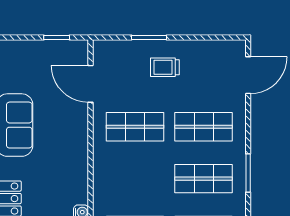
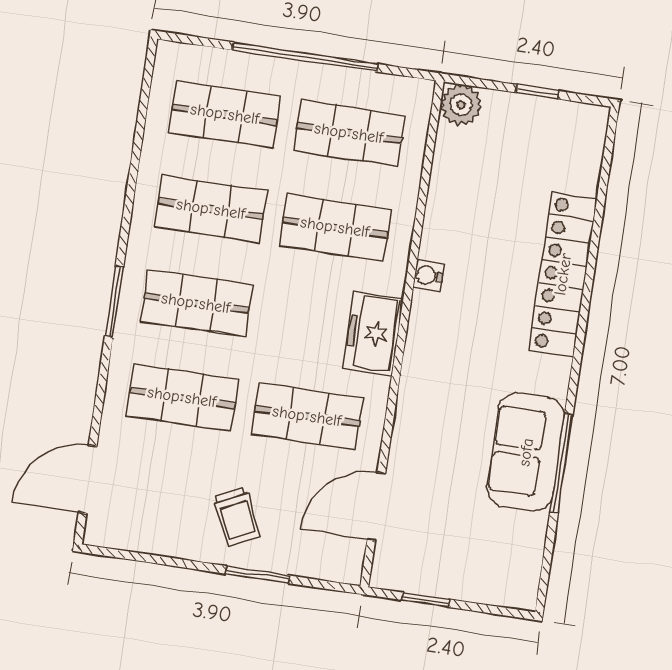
trolley: (165, 67) -> (237, 516), turned 65
door: (91, 84) -> (376, 506), swing flipped
freezer: (106, 177) -> (373, 333), added

